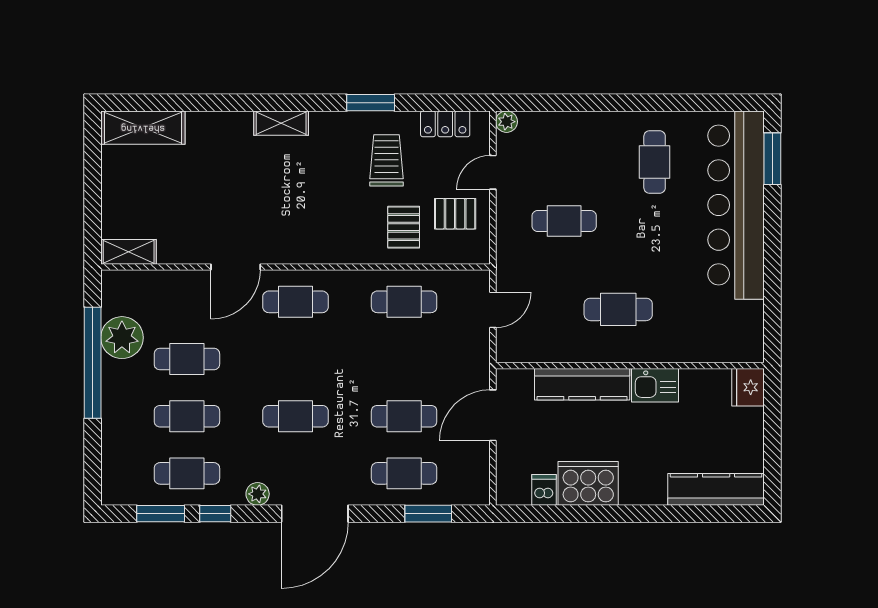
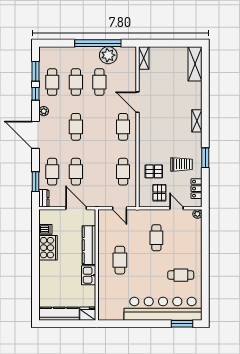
kitchen counter: (716, 489) -> (59, 314), moved, turned -90
dresser: (469, 493) -> (44, 198), added

